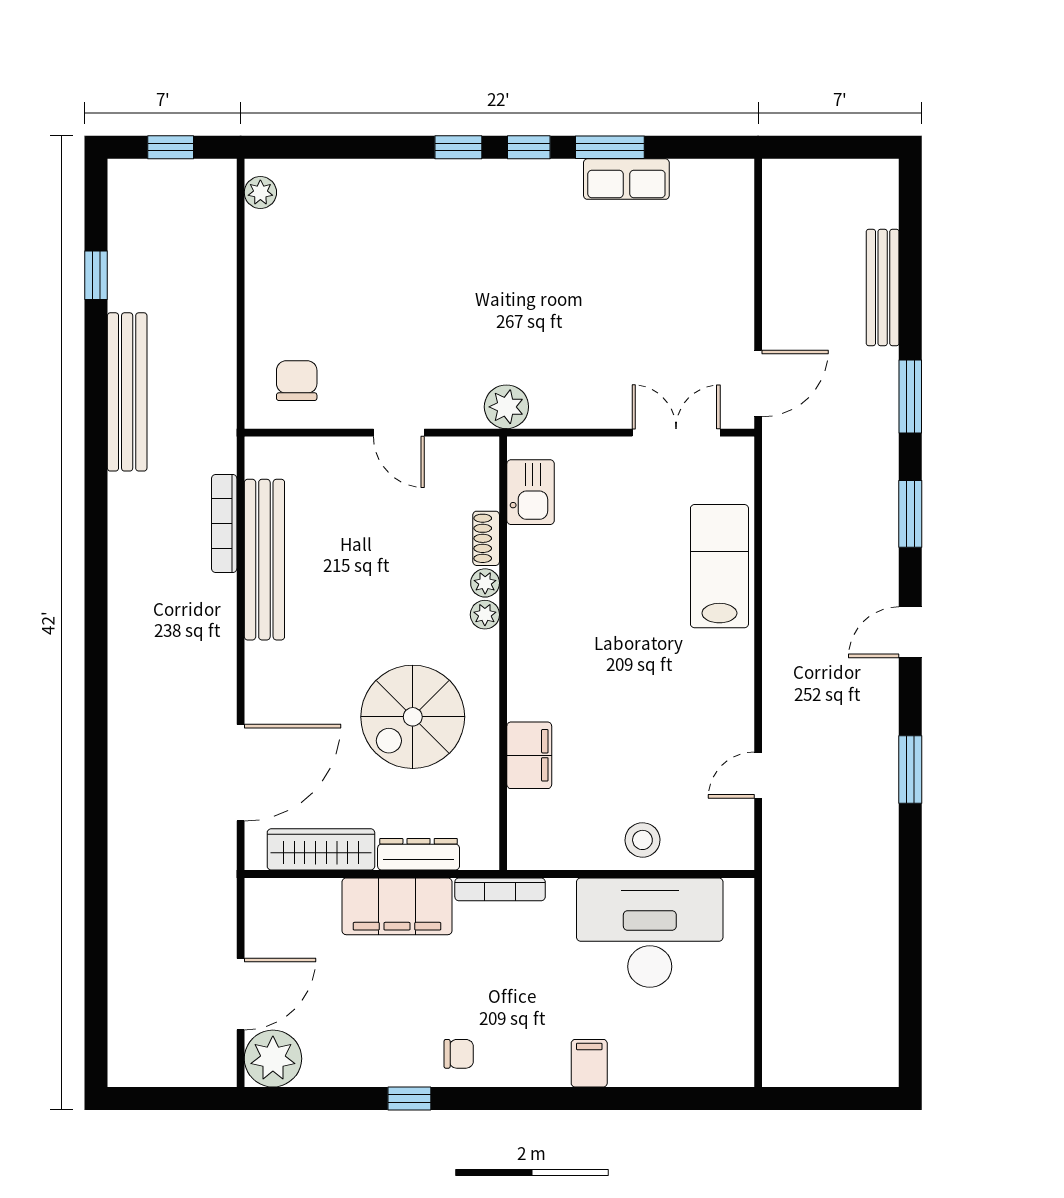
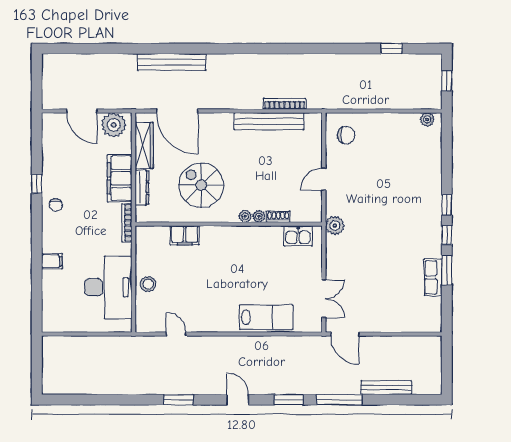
bench: (127, 392) -> (171, 62), moved
window: (910, 396) -> (339, 400), width x1.44
plant: (273, 1059) -> (114, 125), moved

